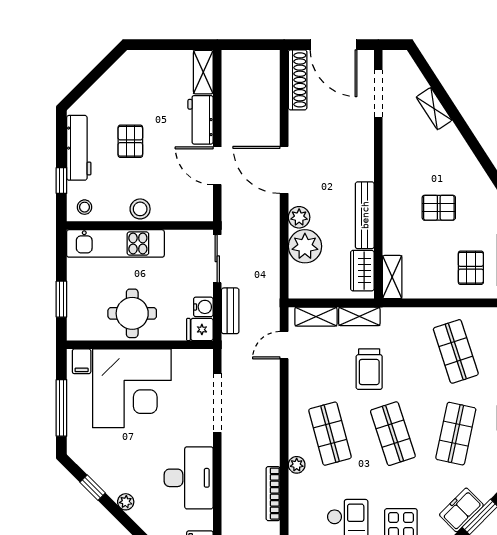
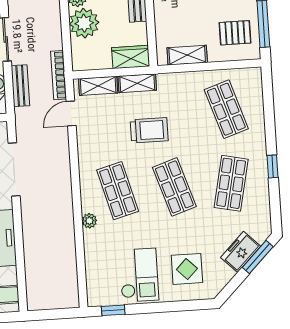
pallet: (471, 268) -> (235, 33), turned 90
wardrobe: (362, 271) -> (131, 57), moved, turned 90
shelving: (392, 277) -> (187, 55), moved, turned 90
trolley: (369, 369) -> (149, 130), turned -90
bookcase: (273, 494) -> (59, 75), moved

